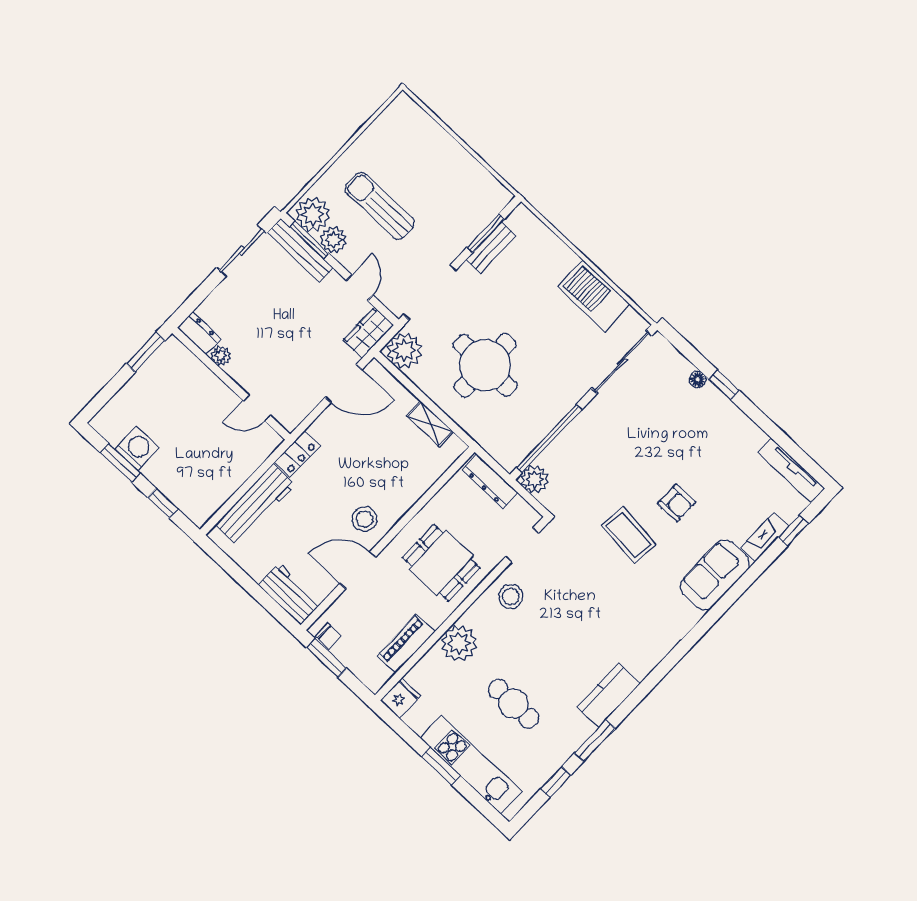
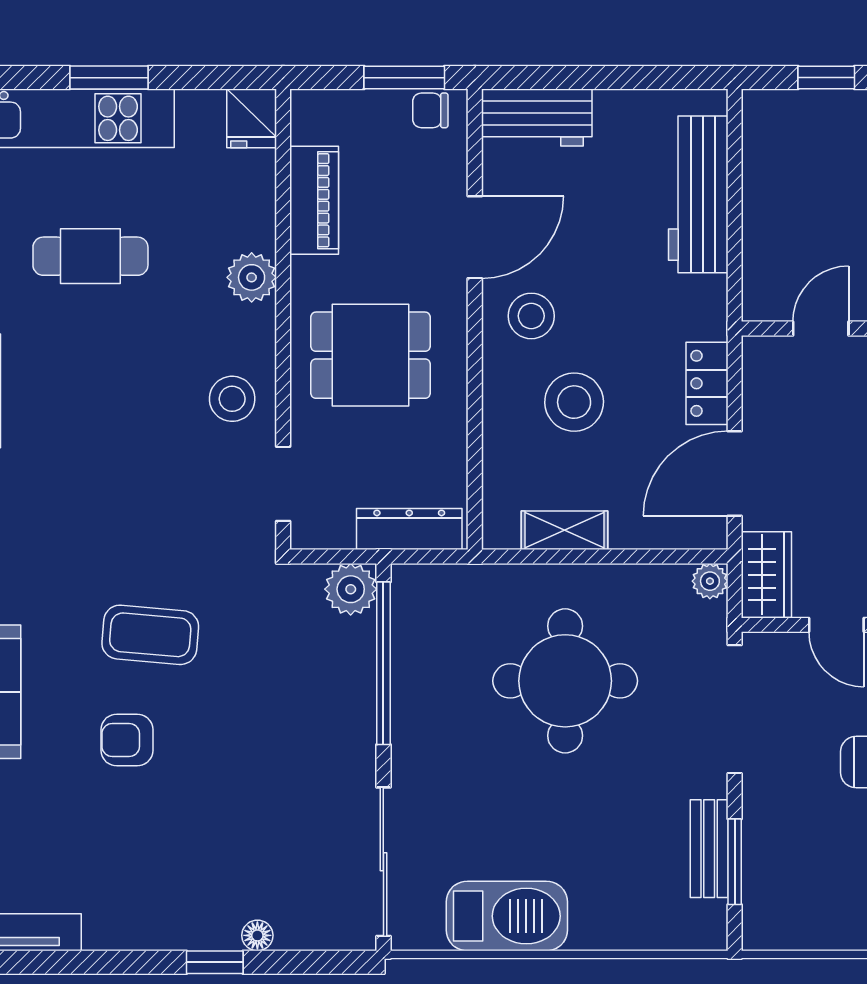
plant: (404, 351) -> (710, 581), width x0.53, depth x0.53
locker: (297, 454) -> (707, 383), moved
stool: (380, 470) -> (574, 402), added
plant: (459, 643) -> (252, 277), width x0.73, depth x0.73

